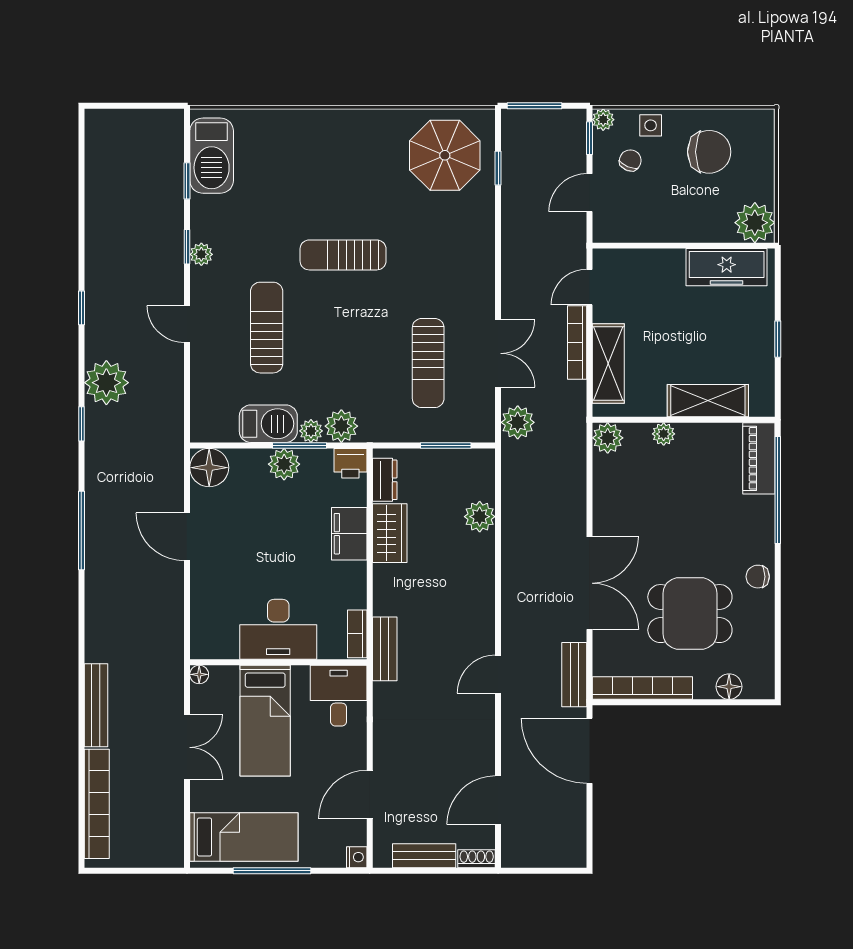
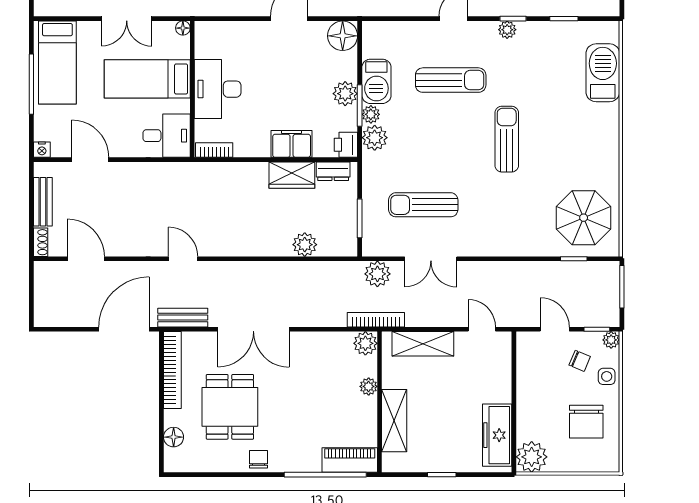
barbecue: (212, 156) -> (603, 73), moved, turned 90
bookcase: (577, 342) -> (376, 320), moved
bench: (385, 649) -> (203, 171), removed

